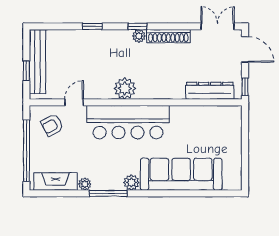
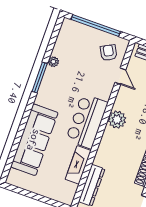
bar counter: (128, 122) -> (87, 121), width x0.73
fireplace: (56, 181) -> (78, 165), moved, turned 180
plant: (131, 182) -> (42, 99), removed

